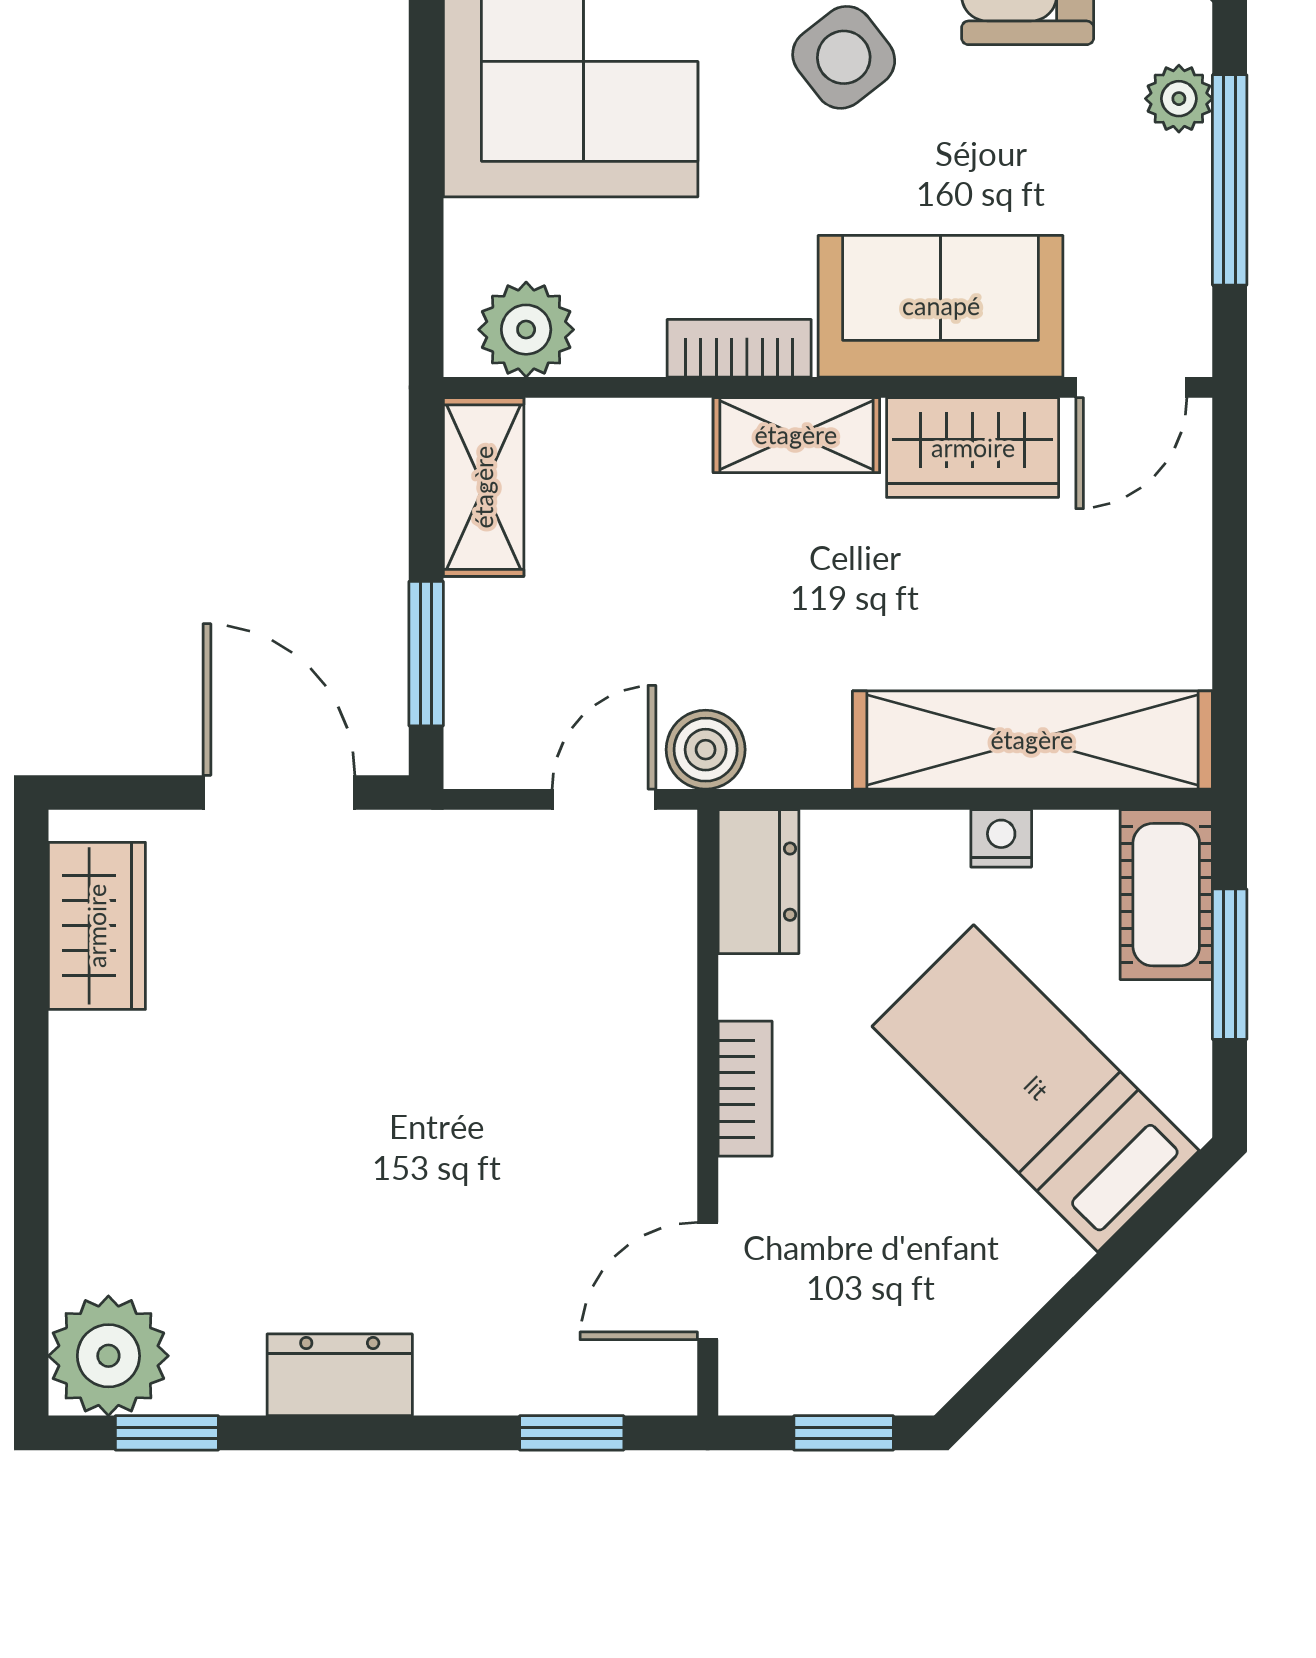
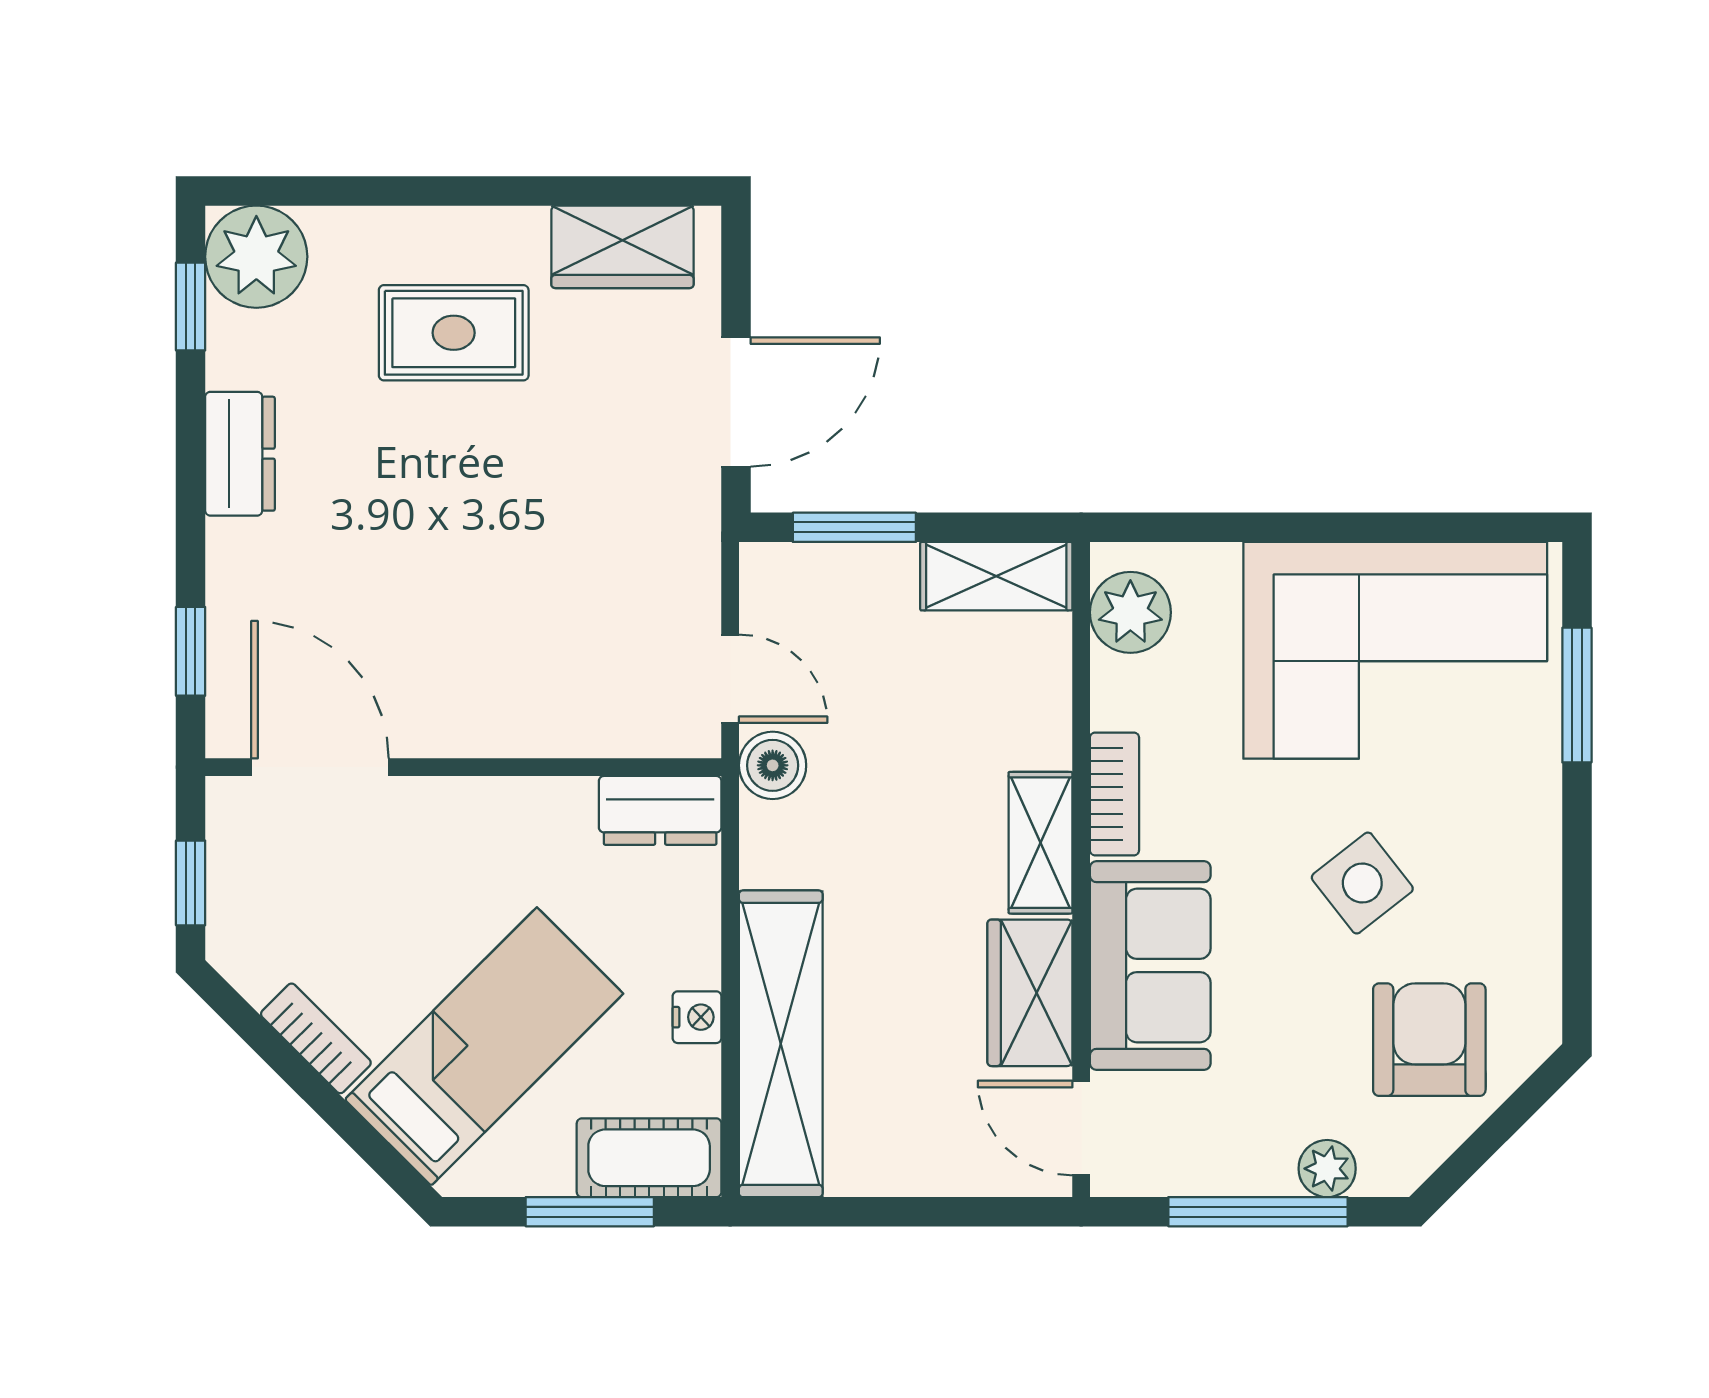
bookcase: (745, 1089) -> (316, 1038), moved, turned -135
rug: (198, 1124) -> (454, 333), added
door: (708, 1281) -> (320, 767), width x1.38

